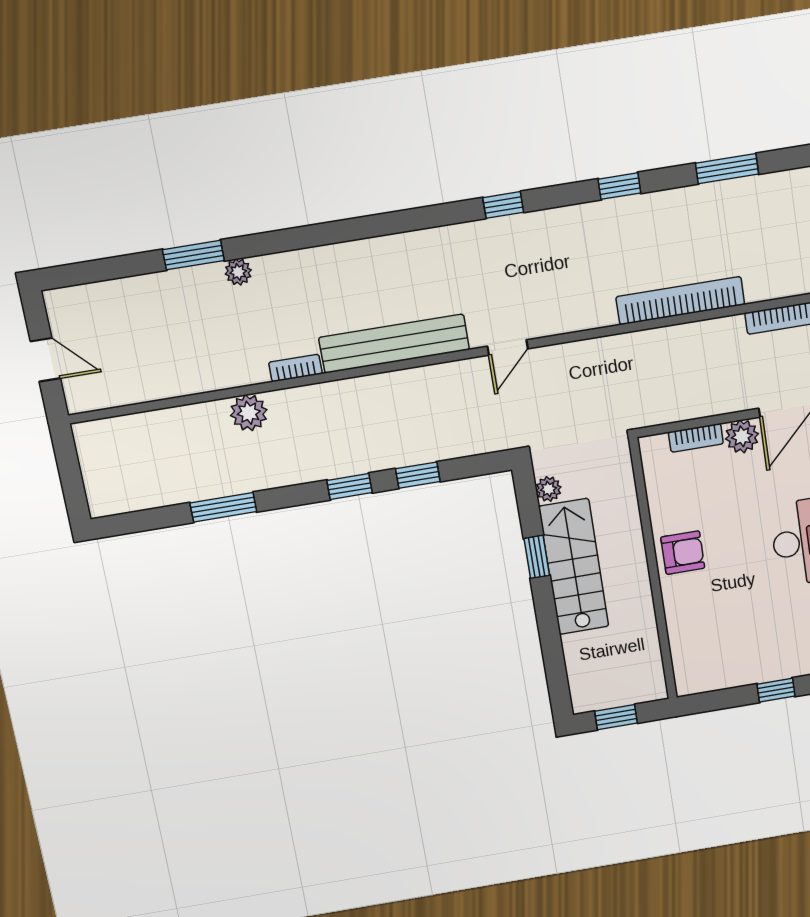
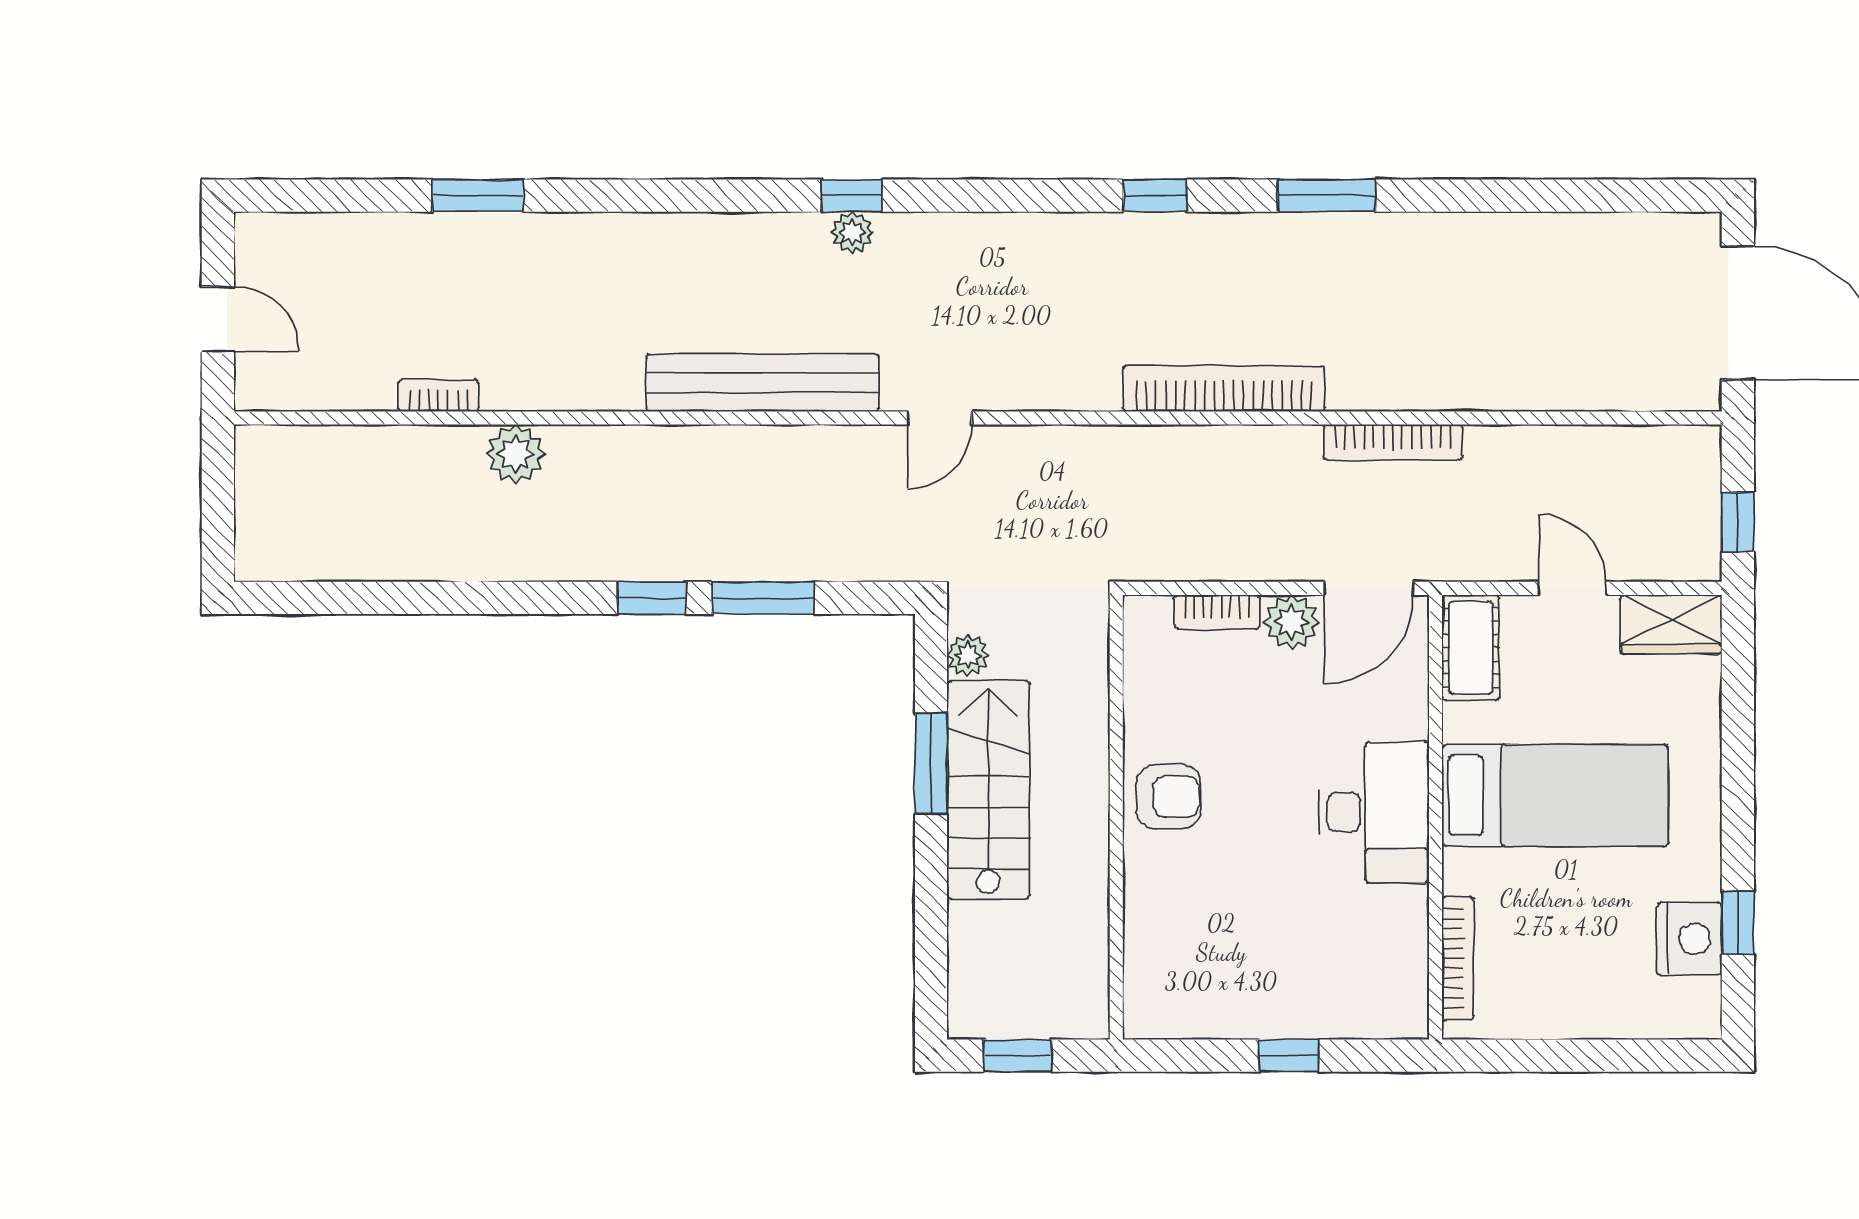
window: (503, 205) -> (852, 196), moved
plant: (238, 272) -> (852, 232), moved
bookcase: (295, 368) -> (439, 396), moved
window: (418, 475) -> (763, 598), width x1.50
window: (223, 507) -> (446, 598), removed
window: (537, 557) -> (931, 763), width x1.50

